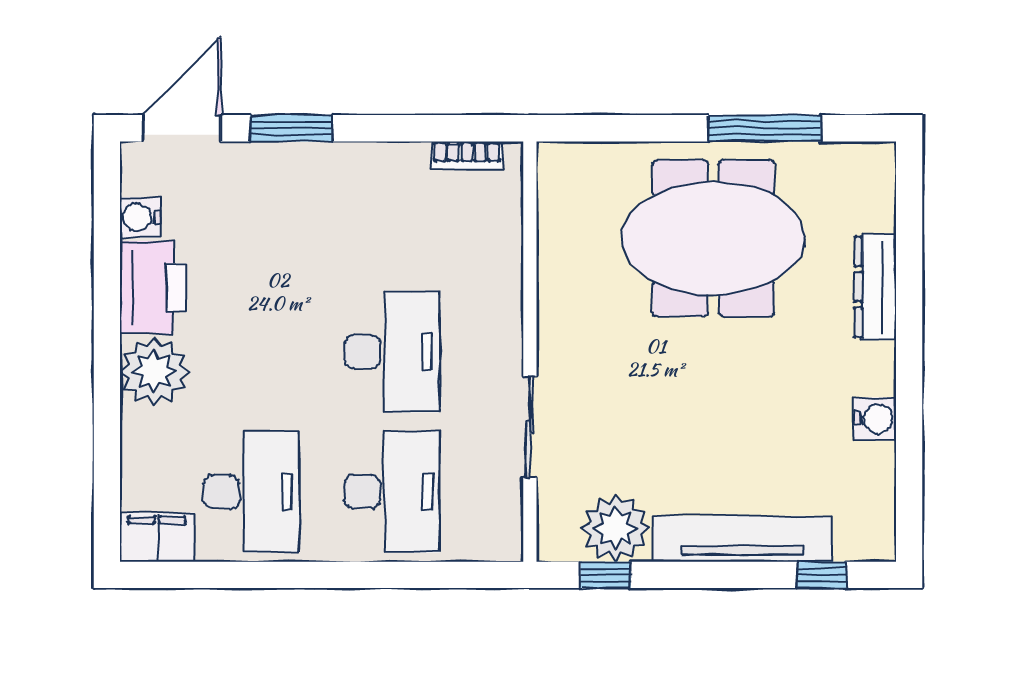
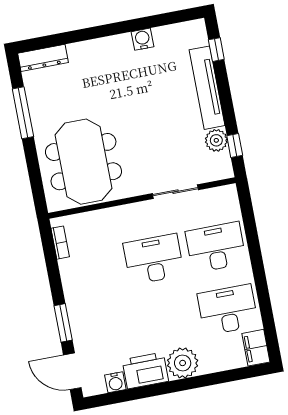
meeting table: (713, 238) -> (83, 162), moved
dresser: (875, 287) -> (43, 58), moved
plant: (615, 528) -> (216, 140), width x0.73, depth x0.73

